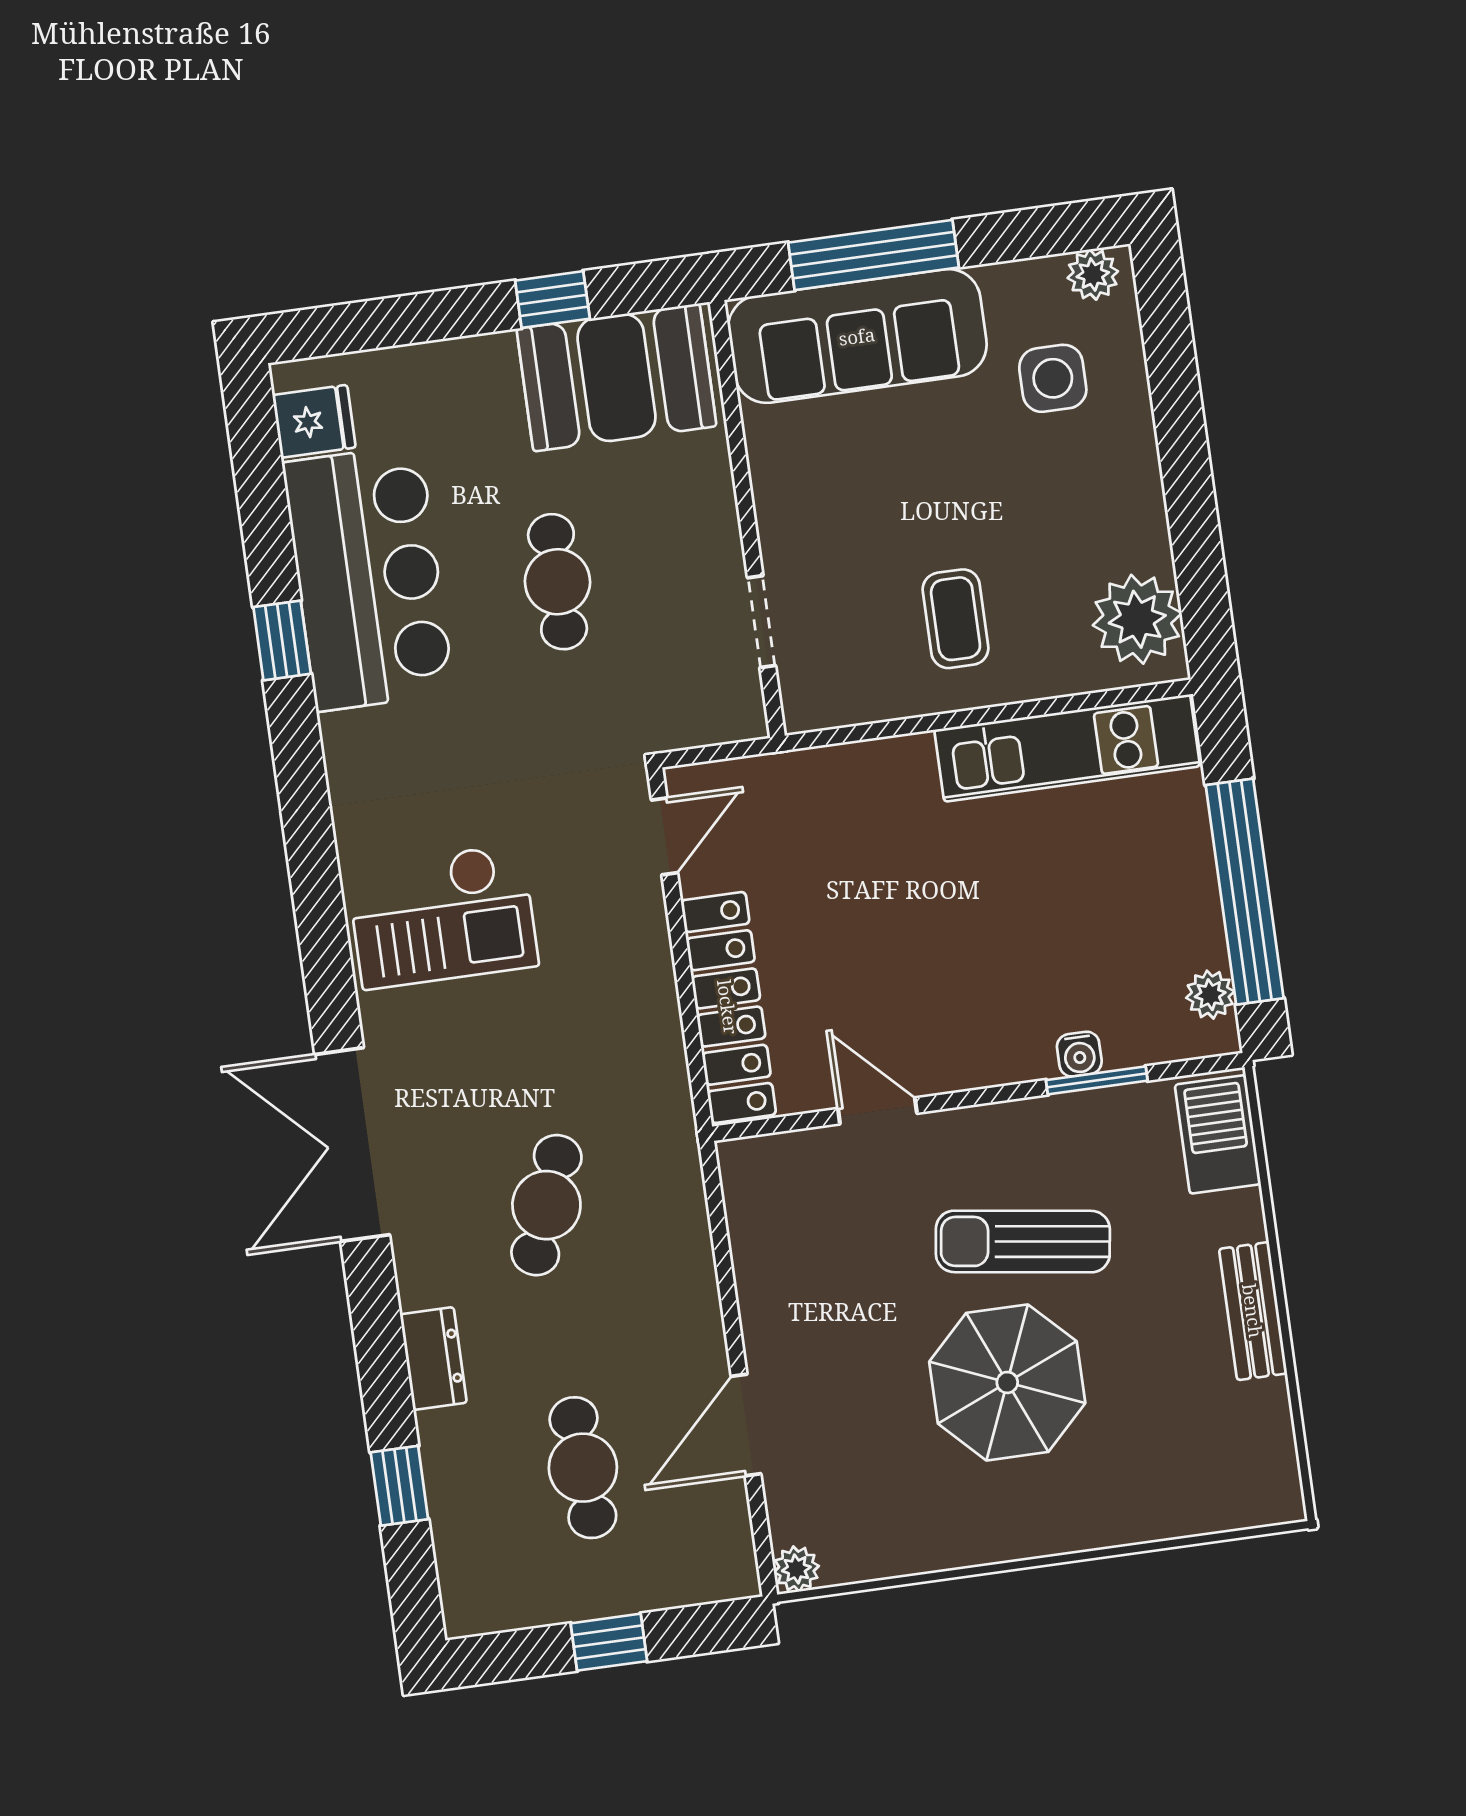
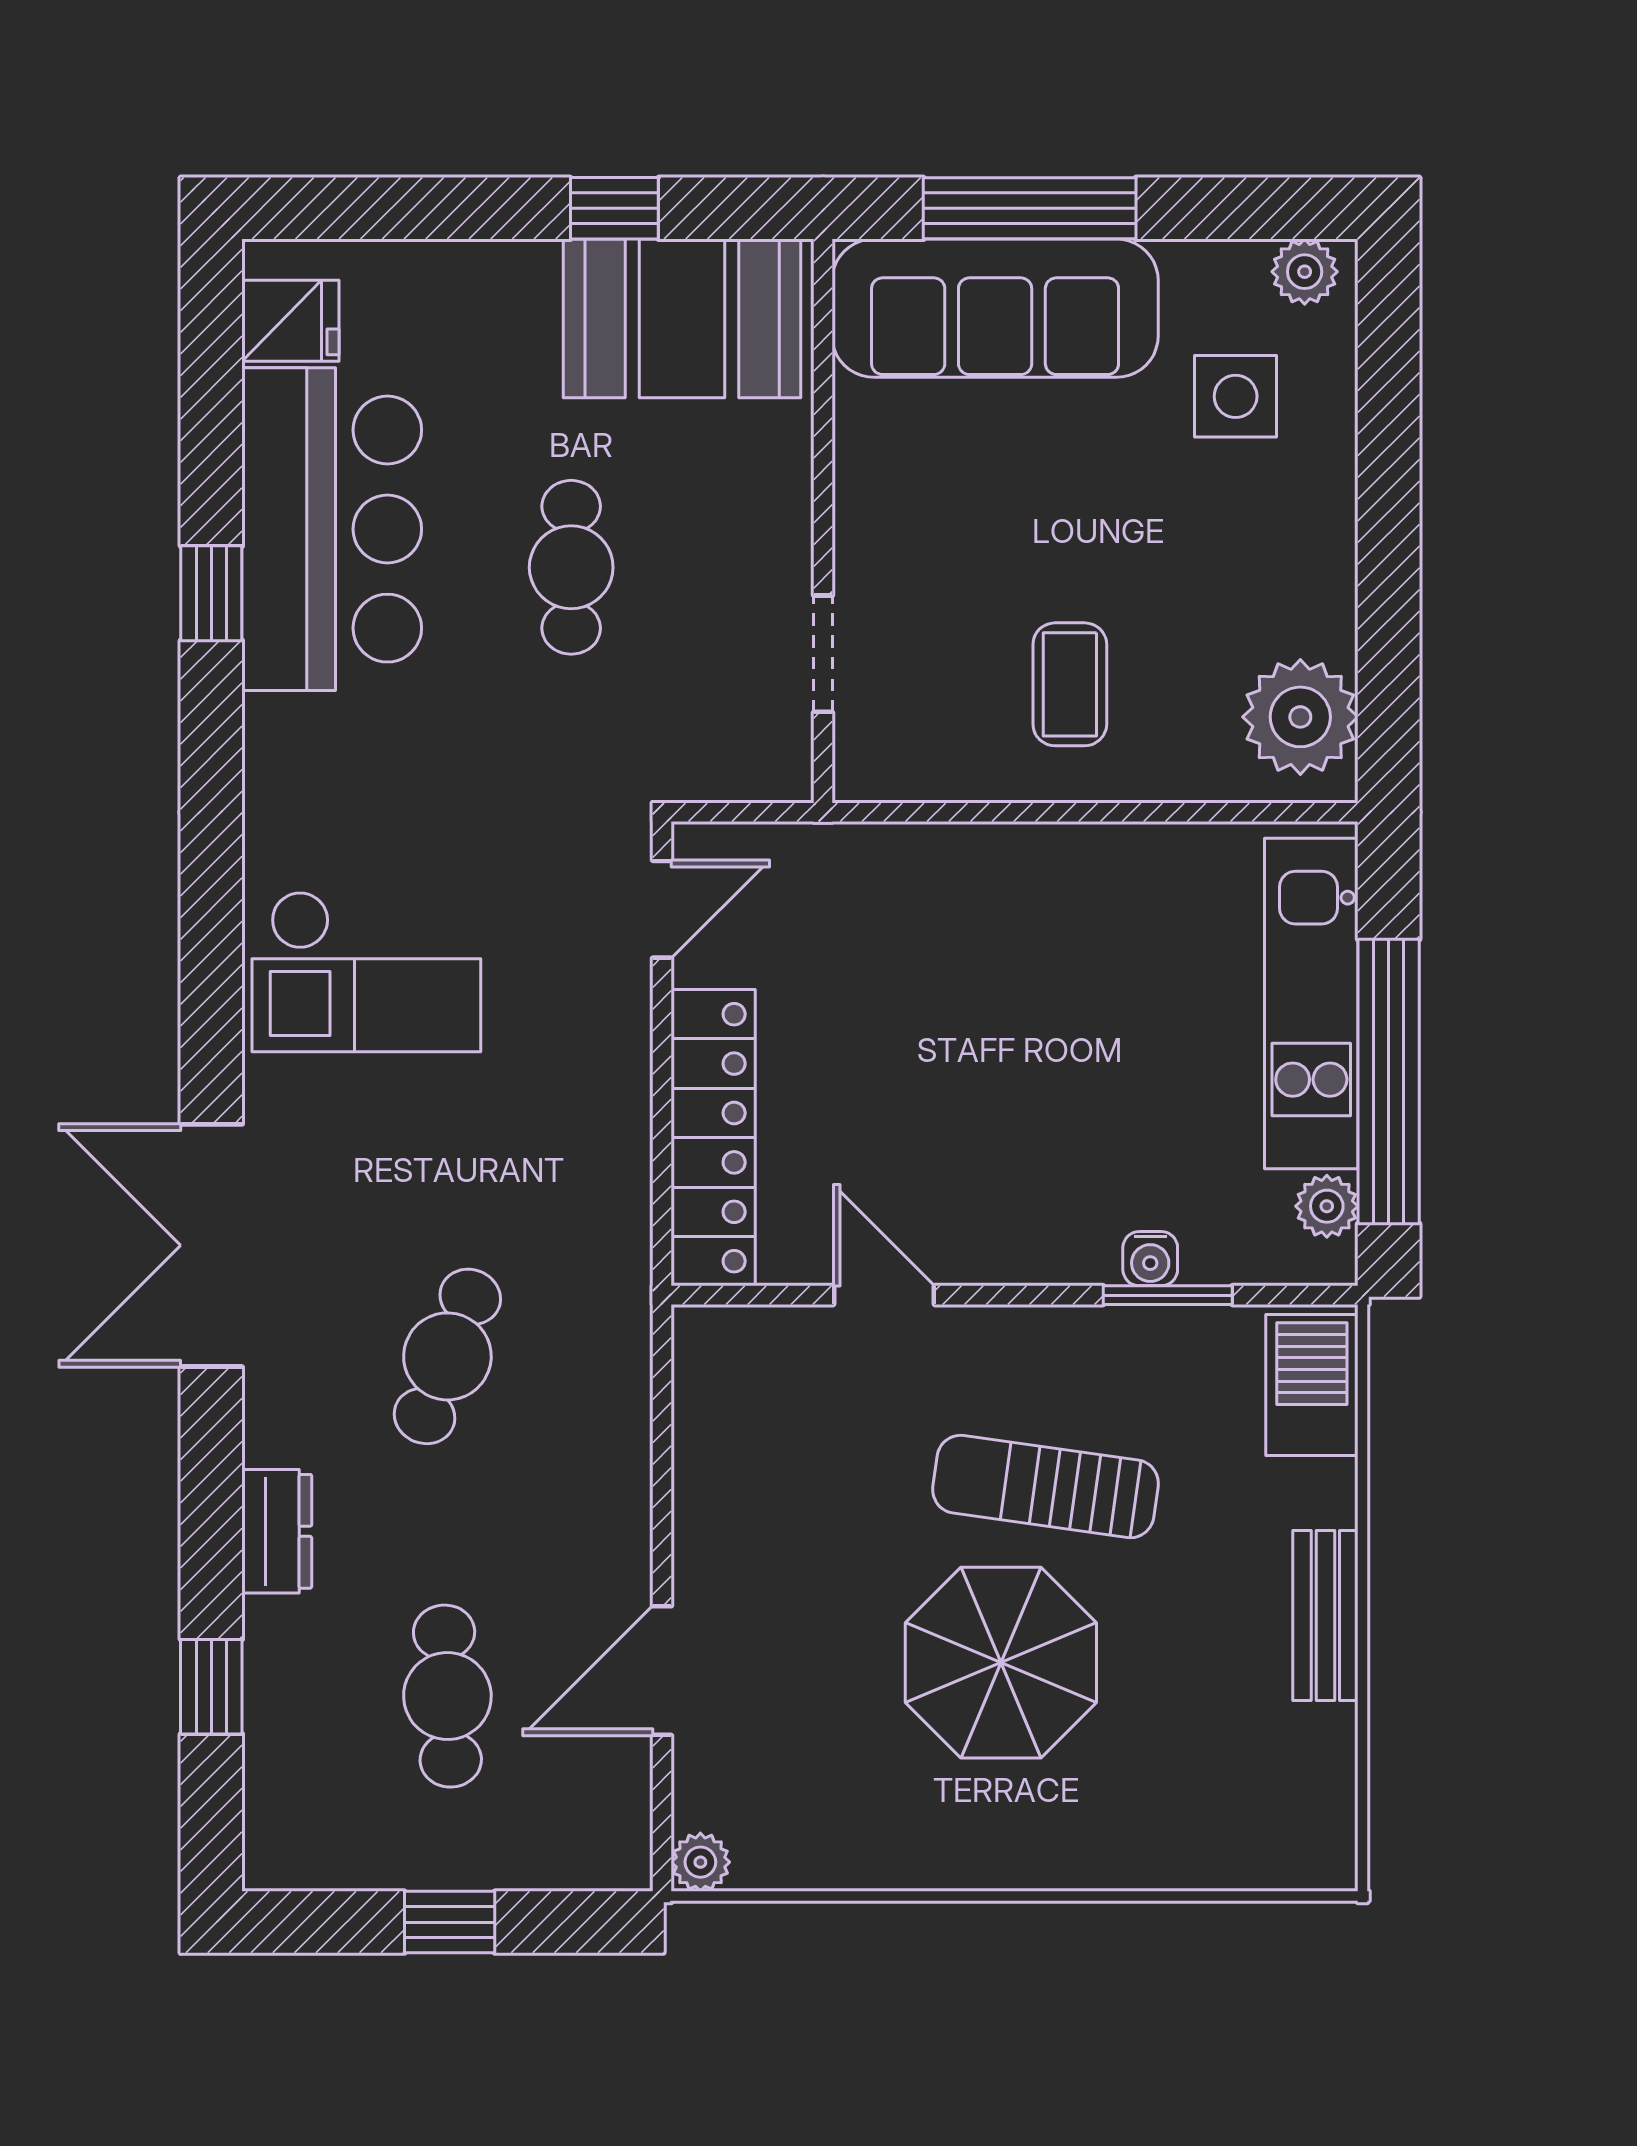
kitchen unit: (1067, 748) -> (1311, 1003), moved, turned 90

